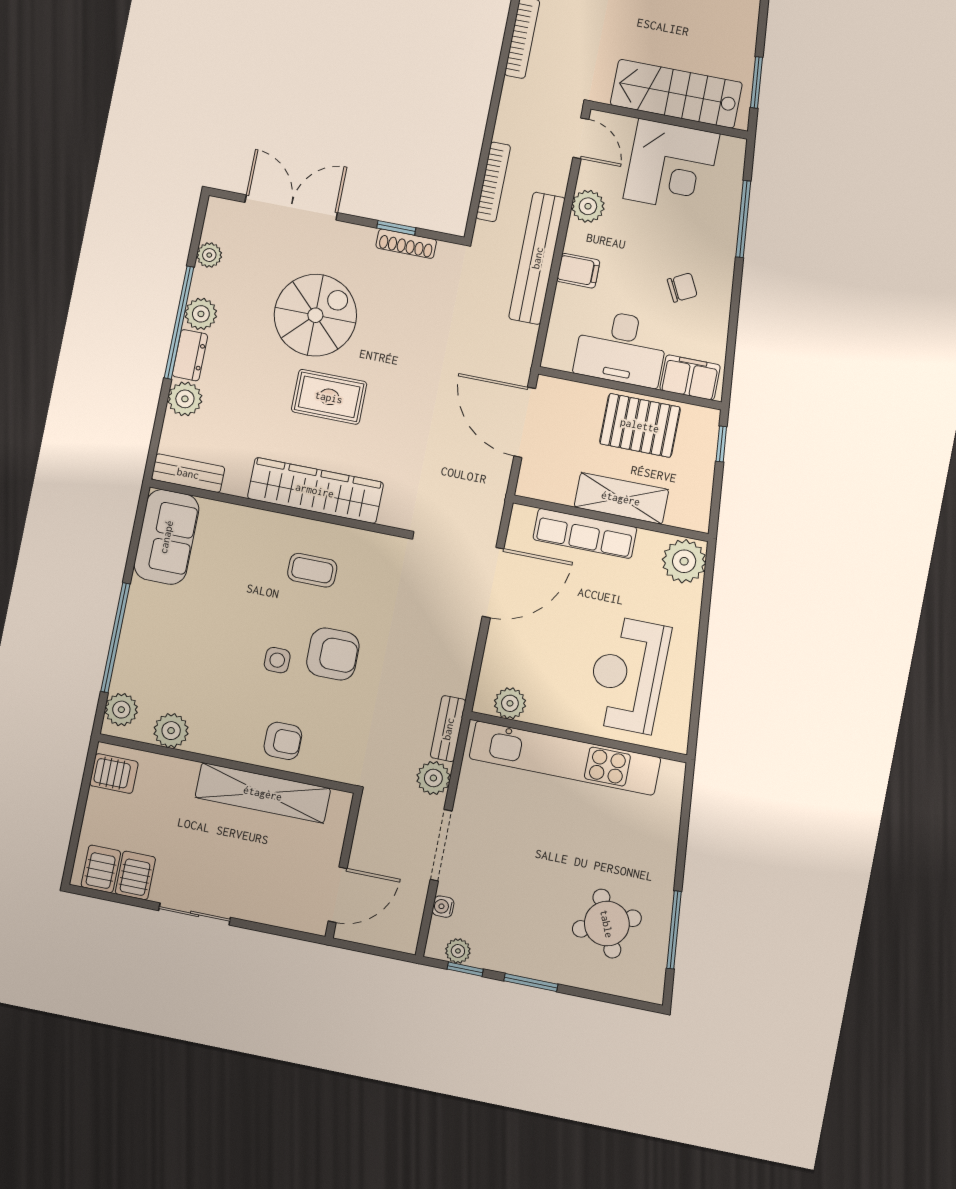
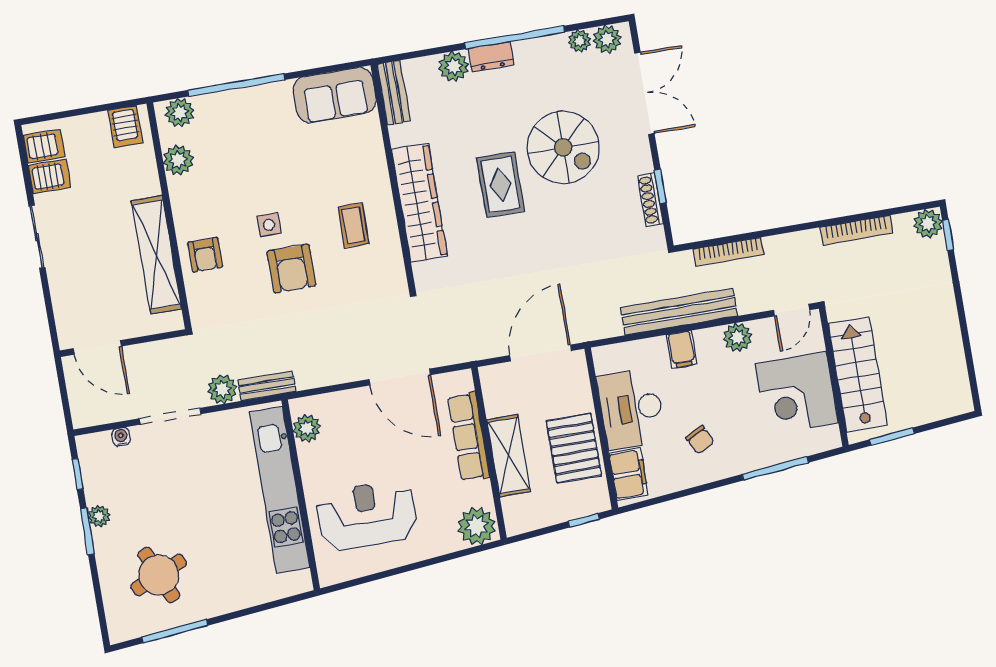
plant: (201, 314) -> (607, 39), moved
plant: (458, 951) -> (99, 516), moved

